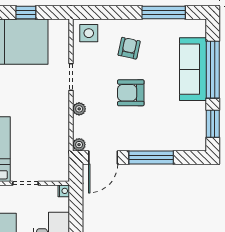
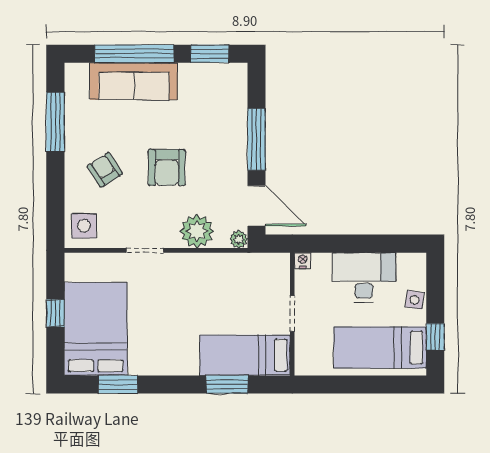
armchair: (129, 48) -> (105, 170), turned 45
plant: (79, 109) -> (197, 231), width x1.88, depth x1.88

